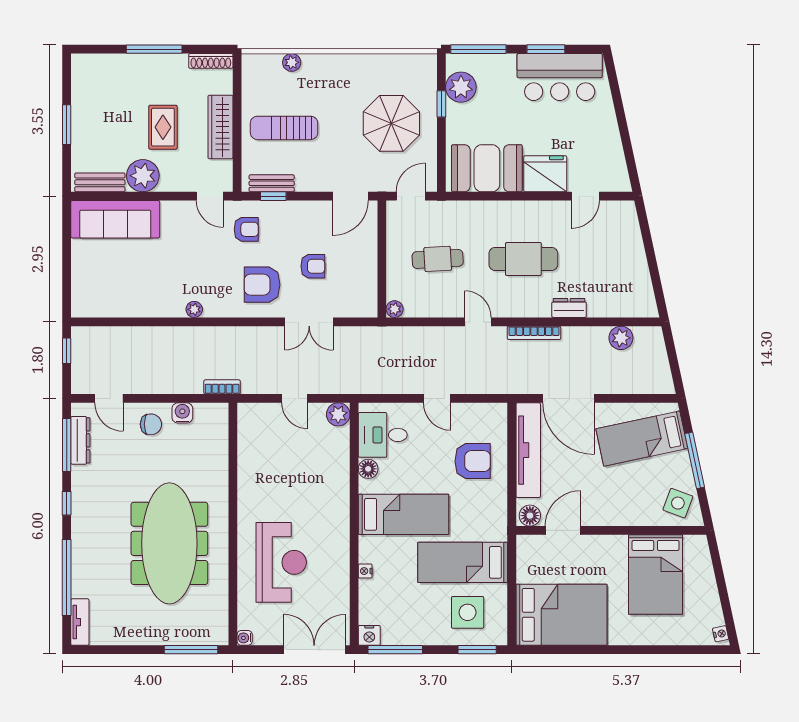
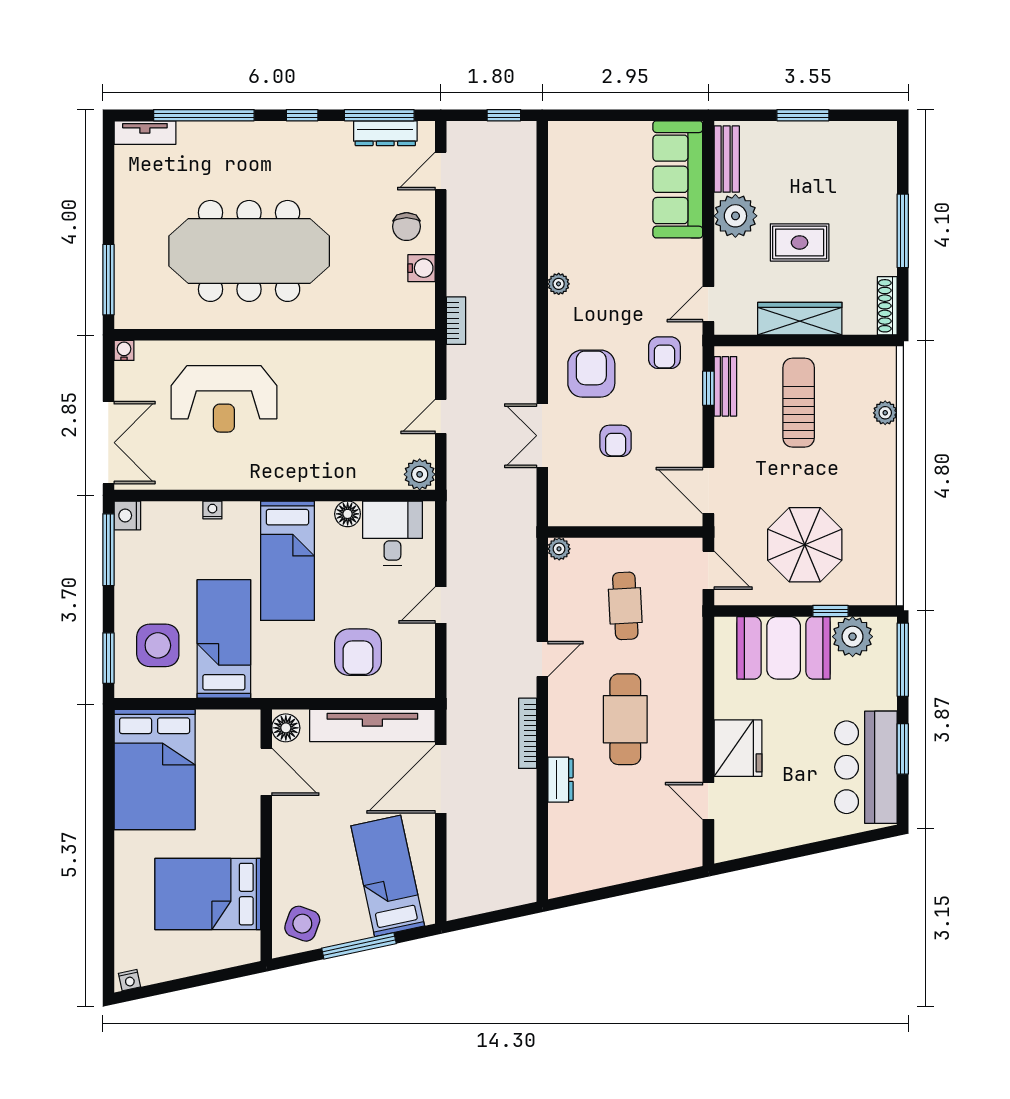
booth: (487, 168) -> (784, 648), moved, turned 90
plant: (621, 338) -> (521, 848), removed

